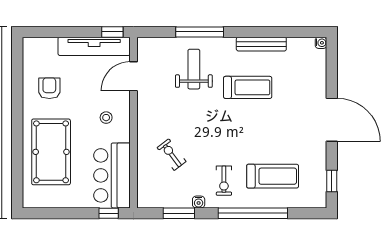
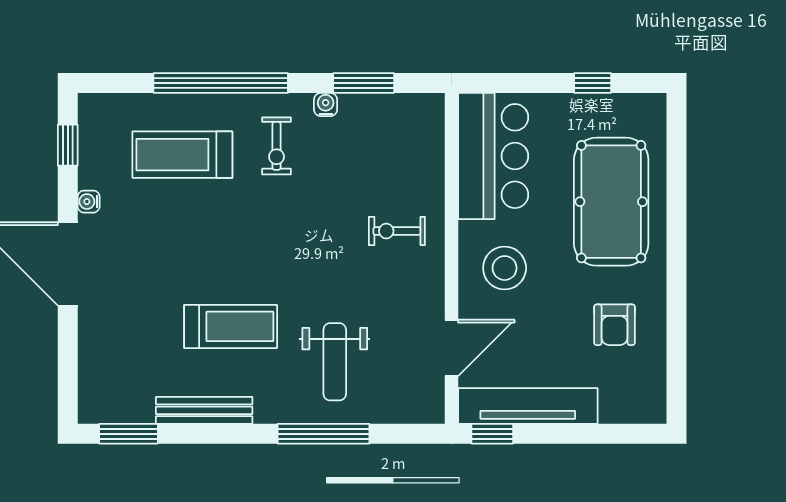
window: (300, 32) -> (129, 434), added
water cooler: (321, 43) -> (89, 202), moved
treadmill: (248, 87) -> (231, 326), turned 180
stool: (106, 118) -> (505, 268), width x1.89, depth x1.89
exercise bike: (172, 155) -> (397, 231), moved, turned 127
exercise bike: (224, 181) -> (277, 146), turned 180
window: (109, 213) -> (593, 83), moved

